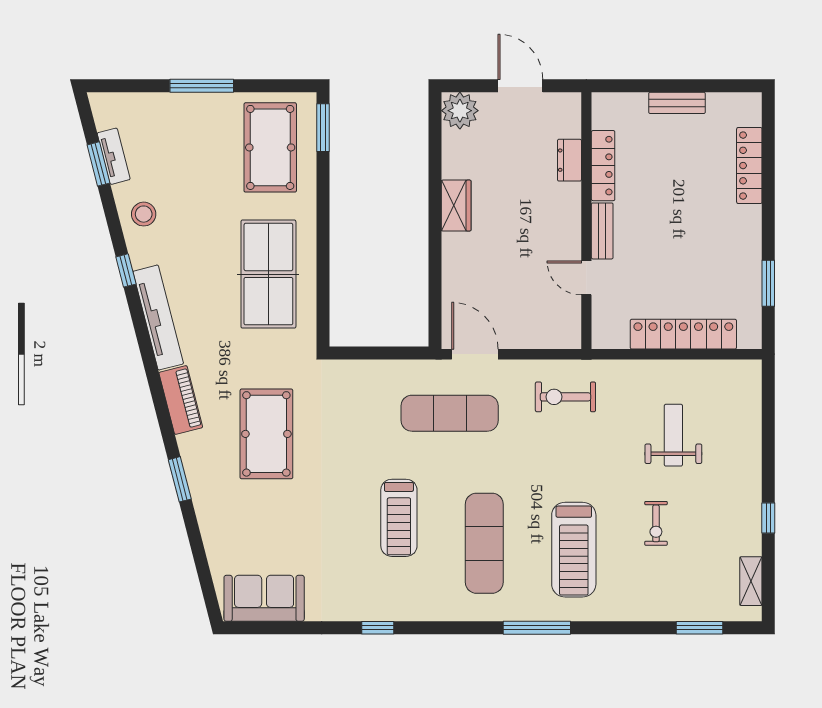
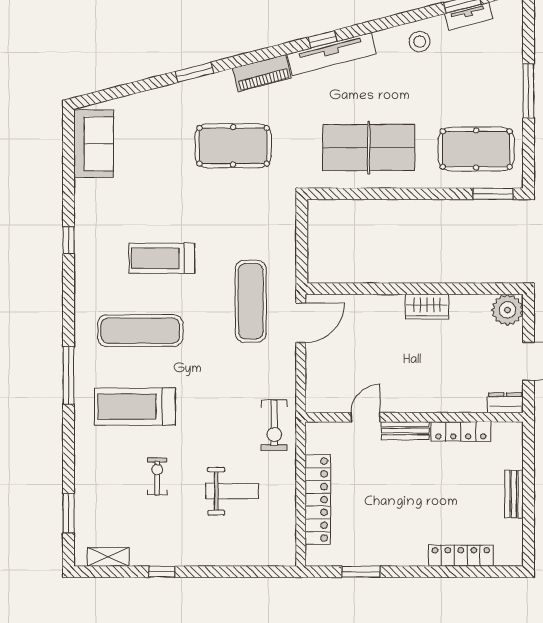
dresser: (569, 160) -> (505, 403), moved
window: (126, 270) -> (323, 39), moved
exercise bike: (565, 397) -> (274, 425), moved, turned 180
exercise bike: (656, 523) -> (157, 476), turned 90

